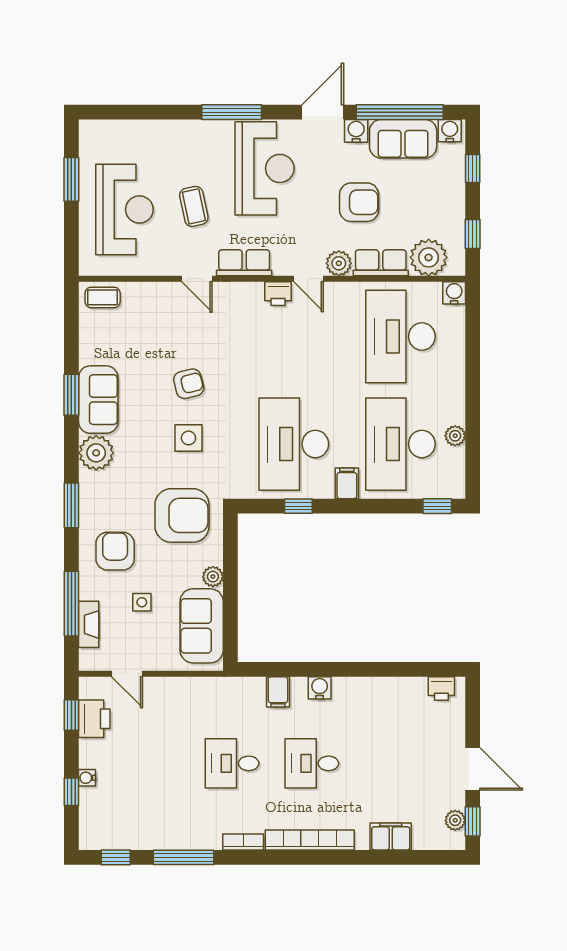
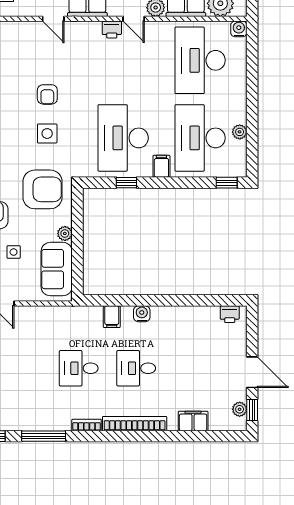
armchair: (189, 384) -> (47, 94), turned 104

